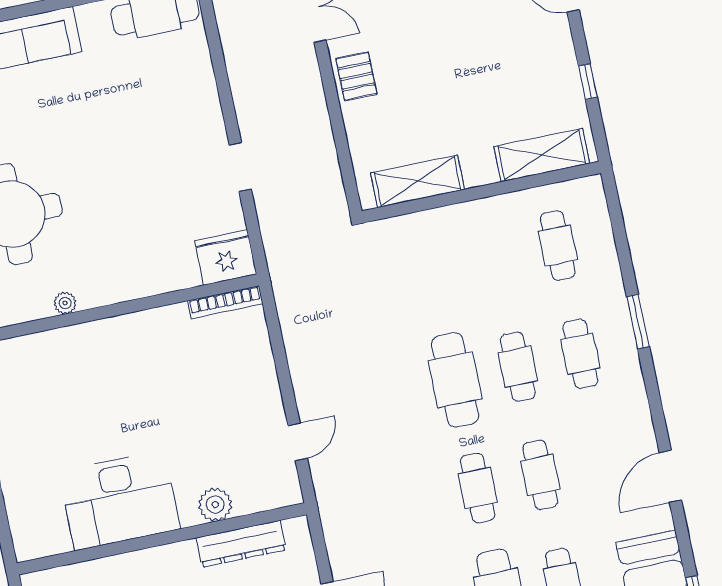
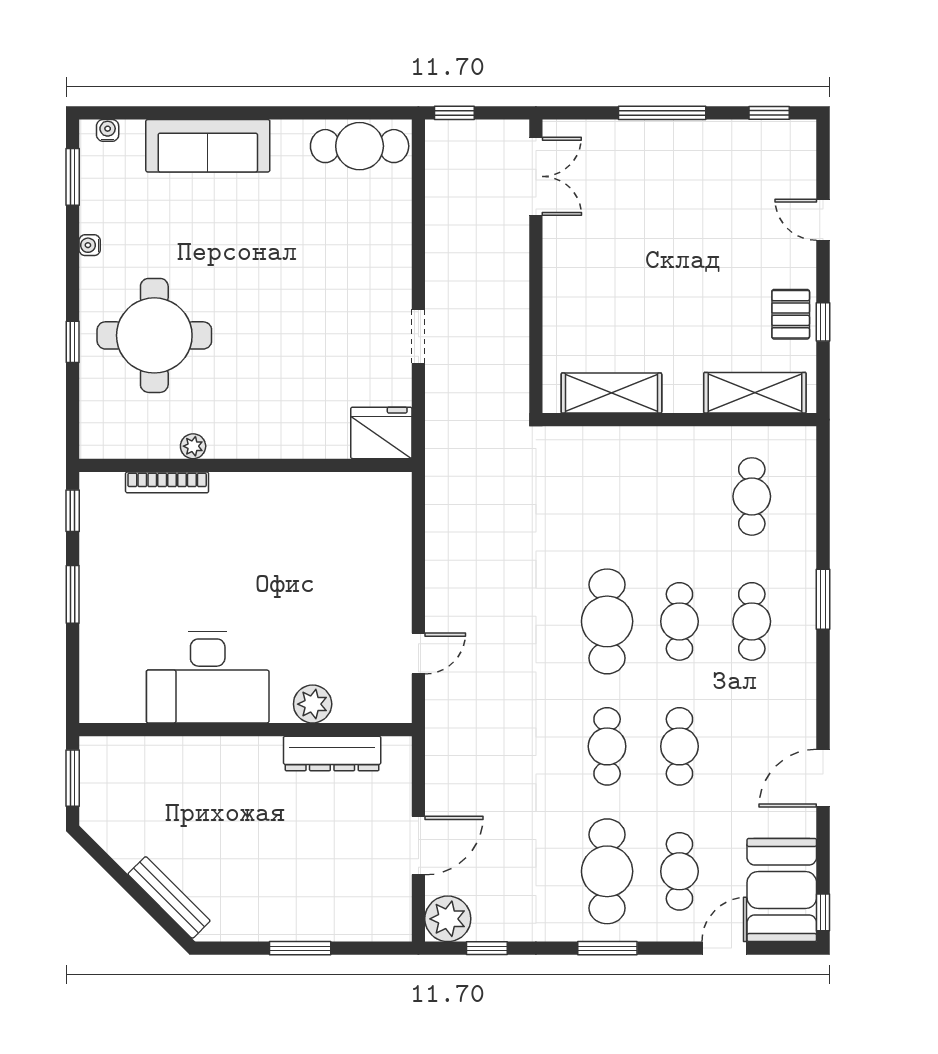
pallet: (356, 76) -> (791, 314), moved
bookcase: (225, 302) -> (167, 482), moved

